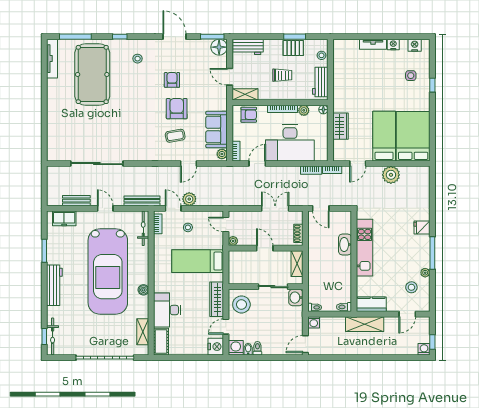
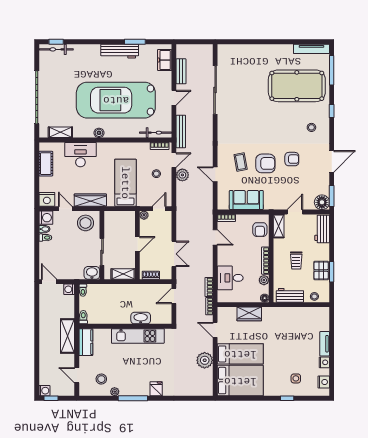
desk: (290, 143) -> (230, 278), width x0.53, depth x0.77
plant: (222, 154) -> (224, 205), removed
workbench: (54, 285) -> (120, 51), moved
cot: (161, 342) -> (46, 164), moved, turned 90

